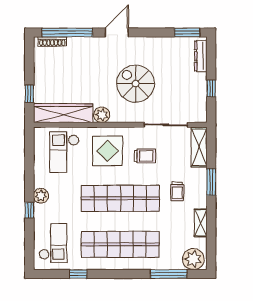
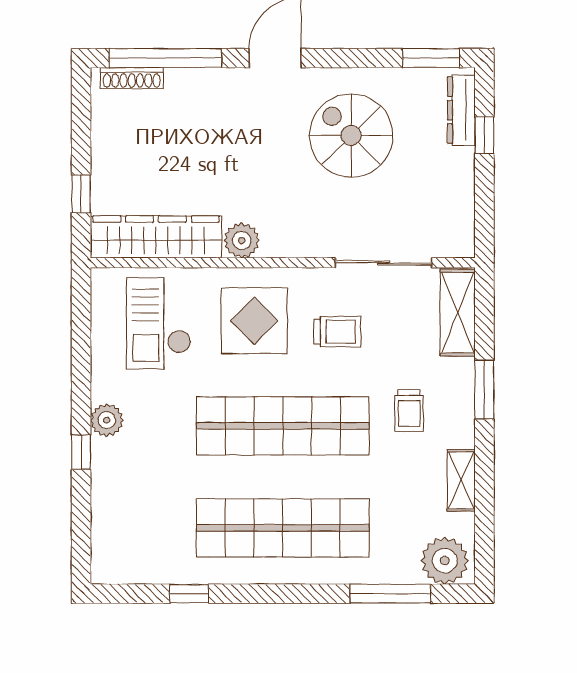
spiral stairs: (136, 84) -> (351, 135), moved
window: (211, 88) -> (484, 135), moved
checkout: (53, 243) -> (133, 525), removed

